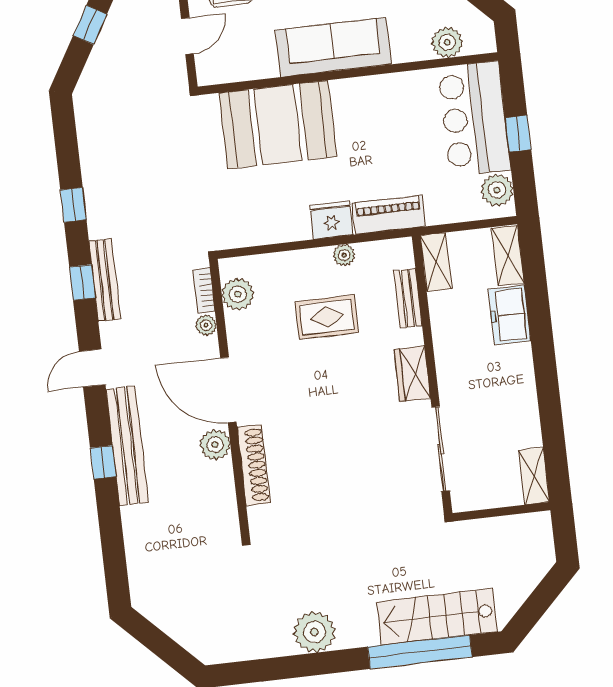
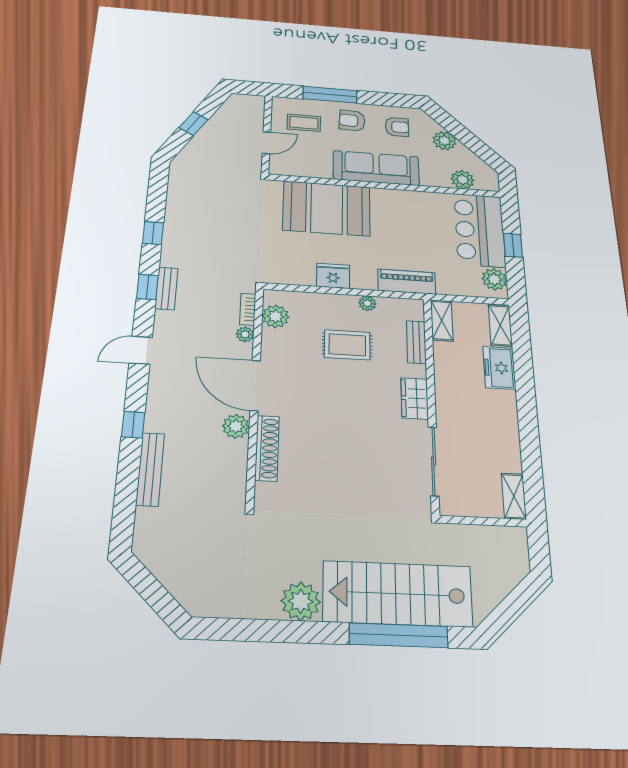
fridge: (331, 220) -> (333, 276), moved
bench: (105, 280) -> (166, 288), width x0.73
bench: (127, 446) -> (150, 469), moved, width x0.73, depth x0.82
stairs: (437, 617) -> (398, 594), width x1.36, depth x1.51

